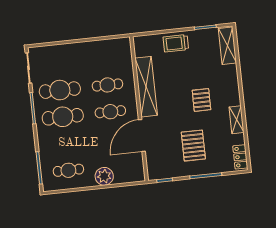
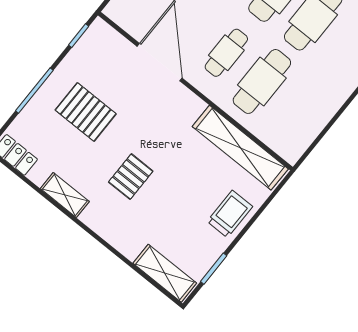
cafe table: (107, 85) -> (262, 81), width x1.37, depth x1.35
shelving: (146, 87) -> (240, 148), moved
pallet: (201, 100) -> (131, 177), turned 90

